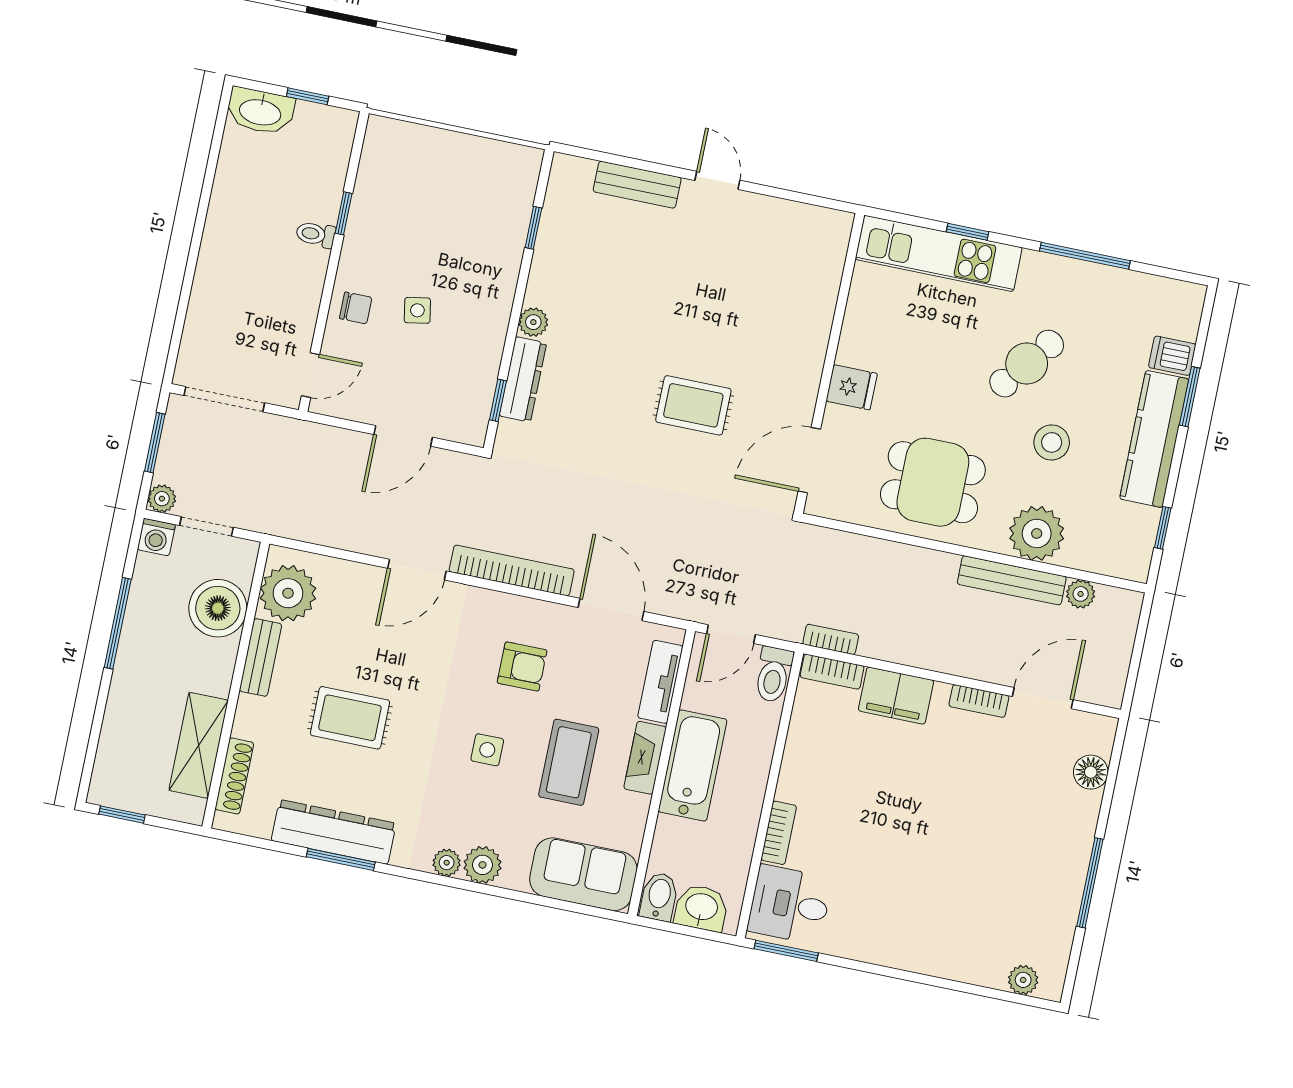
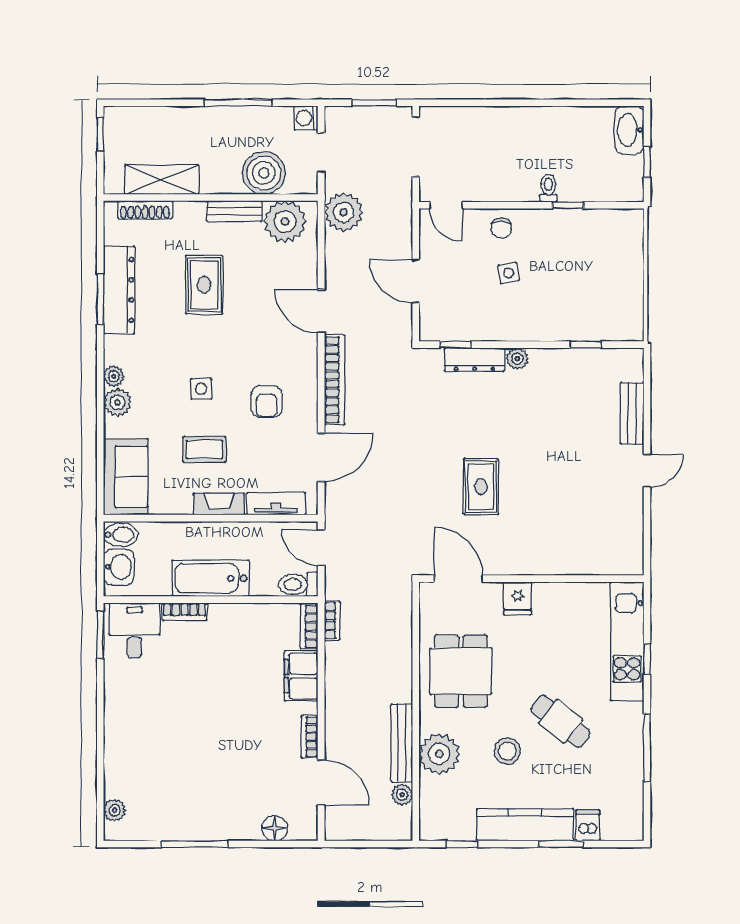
plant: (162, 499) -> (344, 212), moved, width x1.88, depth x1.88
coffee table: (569, 762) -> (204, 450), width x0.73, depth x0.77
bathtub: (693, 766) -> (211, 578), moved, turned 180

